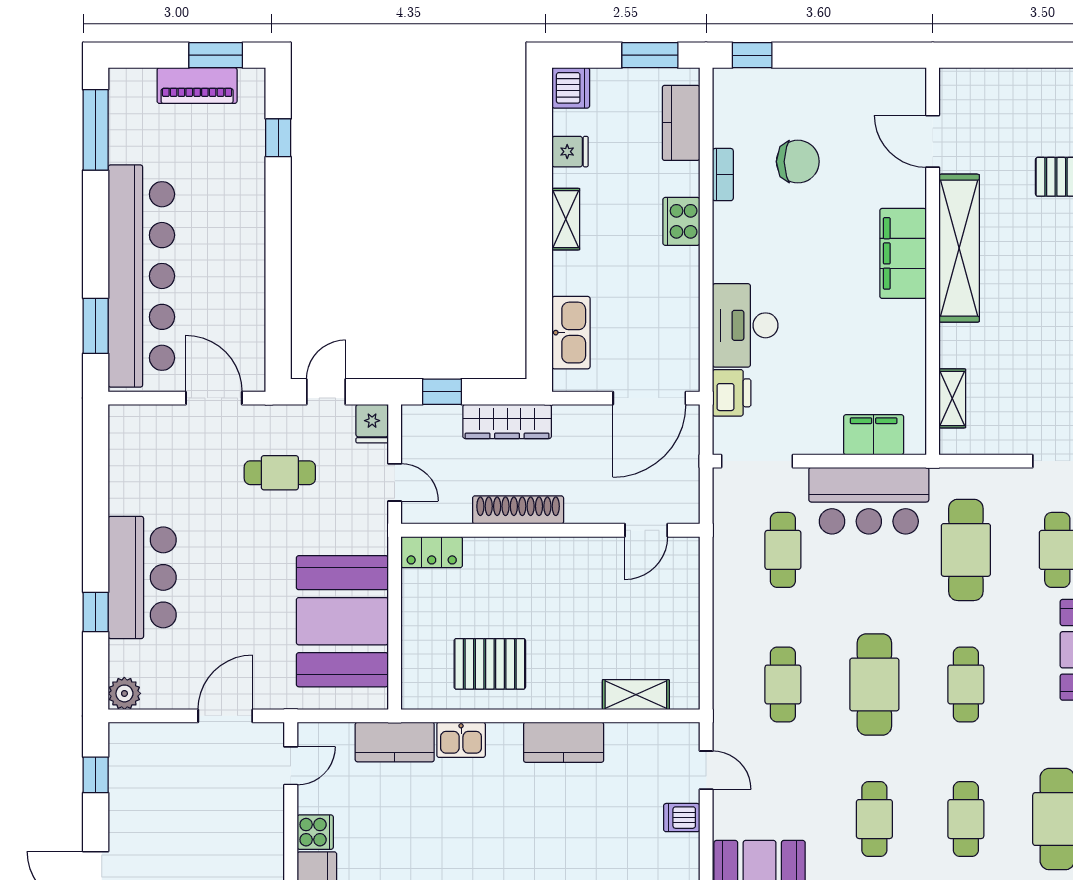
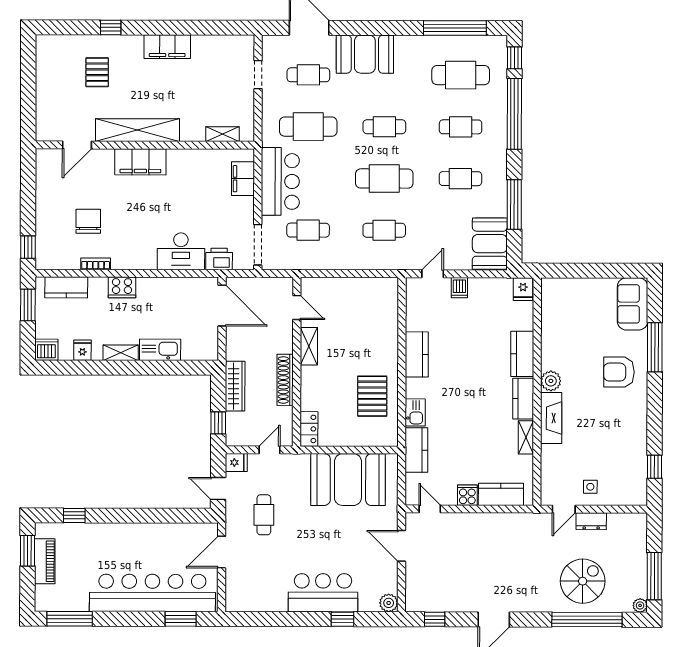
kitchen sink: (571, 333) -> (160, 350), moved
shelving: (636, 695) -> (309, 346), moved

